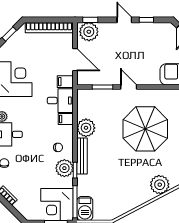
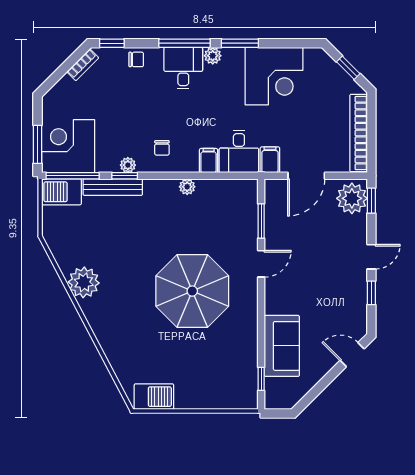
plant: (86, 128) -> (187, 187), width x0.53, depth x0.53
bench: (82, 156) -> (113, 187), moved
plant: (64, 168) -> (128, 165), width x0.53, depth x0.53
plant: (160, 185) -> (84, 282), moved

